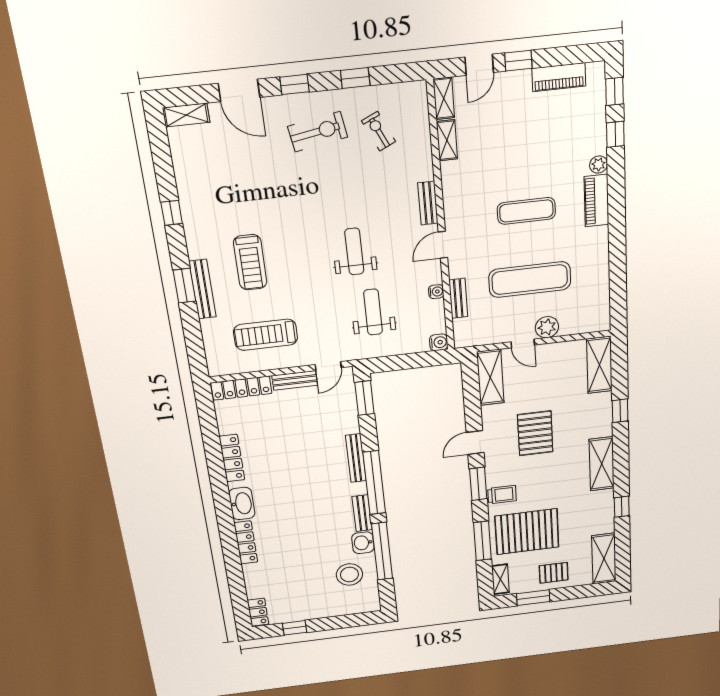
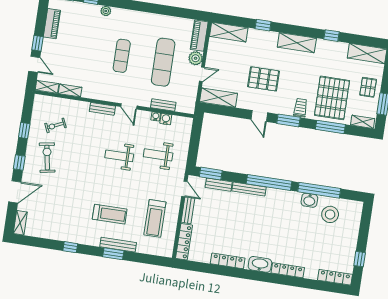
piano: (596, 201) -> (199, 36), moved, turned 90
water cooler: (439, 342) -> (166, 119), moved
bench: (362, 513) -> (219, 185), moved
locker: (258, 612) -> (335, 277), width x1.53

